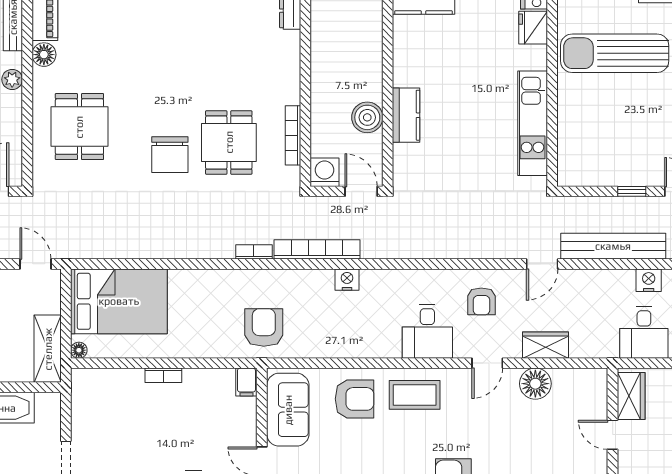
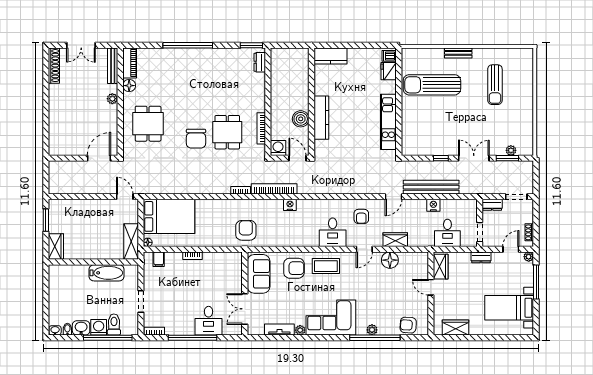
kitchen counter: (406, 115) -> (321, 118), width x1.50
nightstand: (649, 280) -> (433, 205), moved
filing cabinet: (246, 382) -> (159, 259), moved

